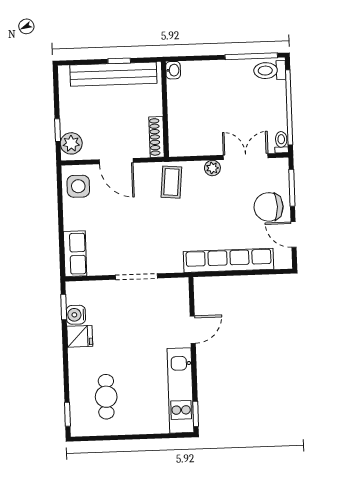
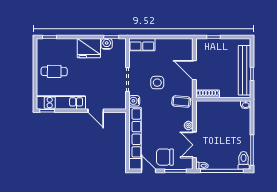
plant: (71, 143) -> (205, 45), removed
double door: (246, 157) -> (194, 145), swing flipped
door: (116, 161) -> (194, 70), hinge flipped
side table: (78, 186) -> (157, 83), moved
chair: (269, 207) -> (165, 157), turned -90
door: (294, 235) -> (149, 171), hinge flipped
water cooler: (173, 264) -> (134, 101), added
fridge: (80, 336) -> (89, 48), width x1.88, depth x1.34
cafe table: (106, 397) -> (54, 71), moved

